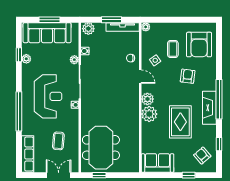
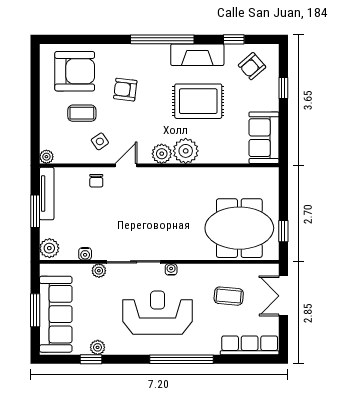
fireplace: (209, 108) -> (197, 55), moved

